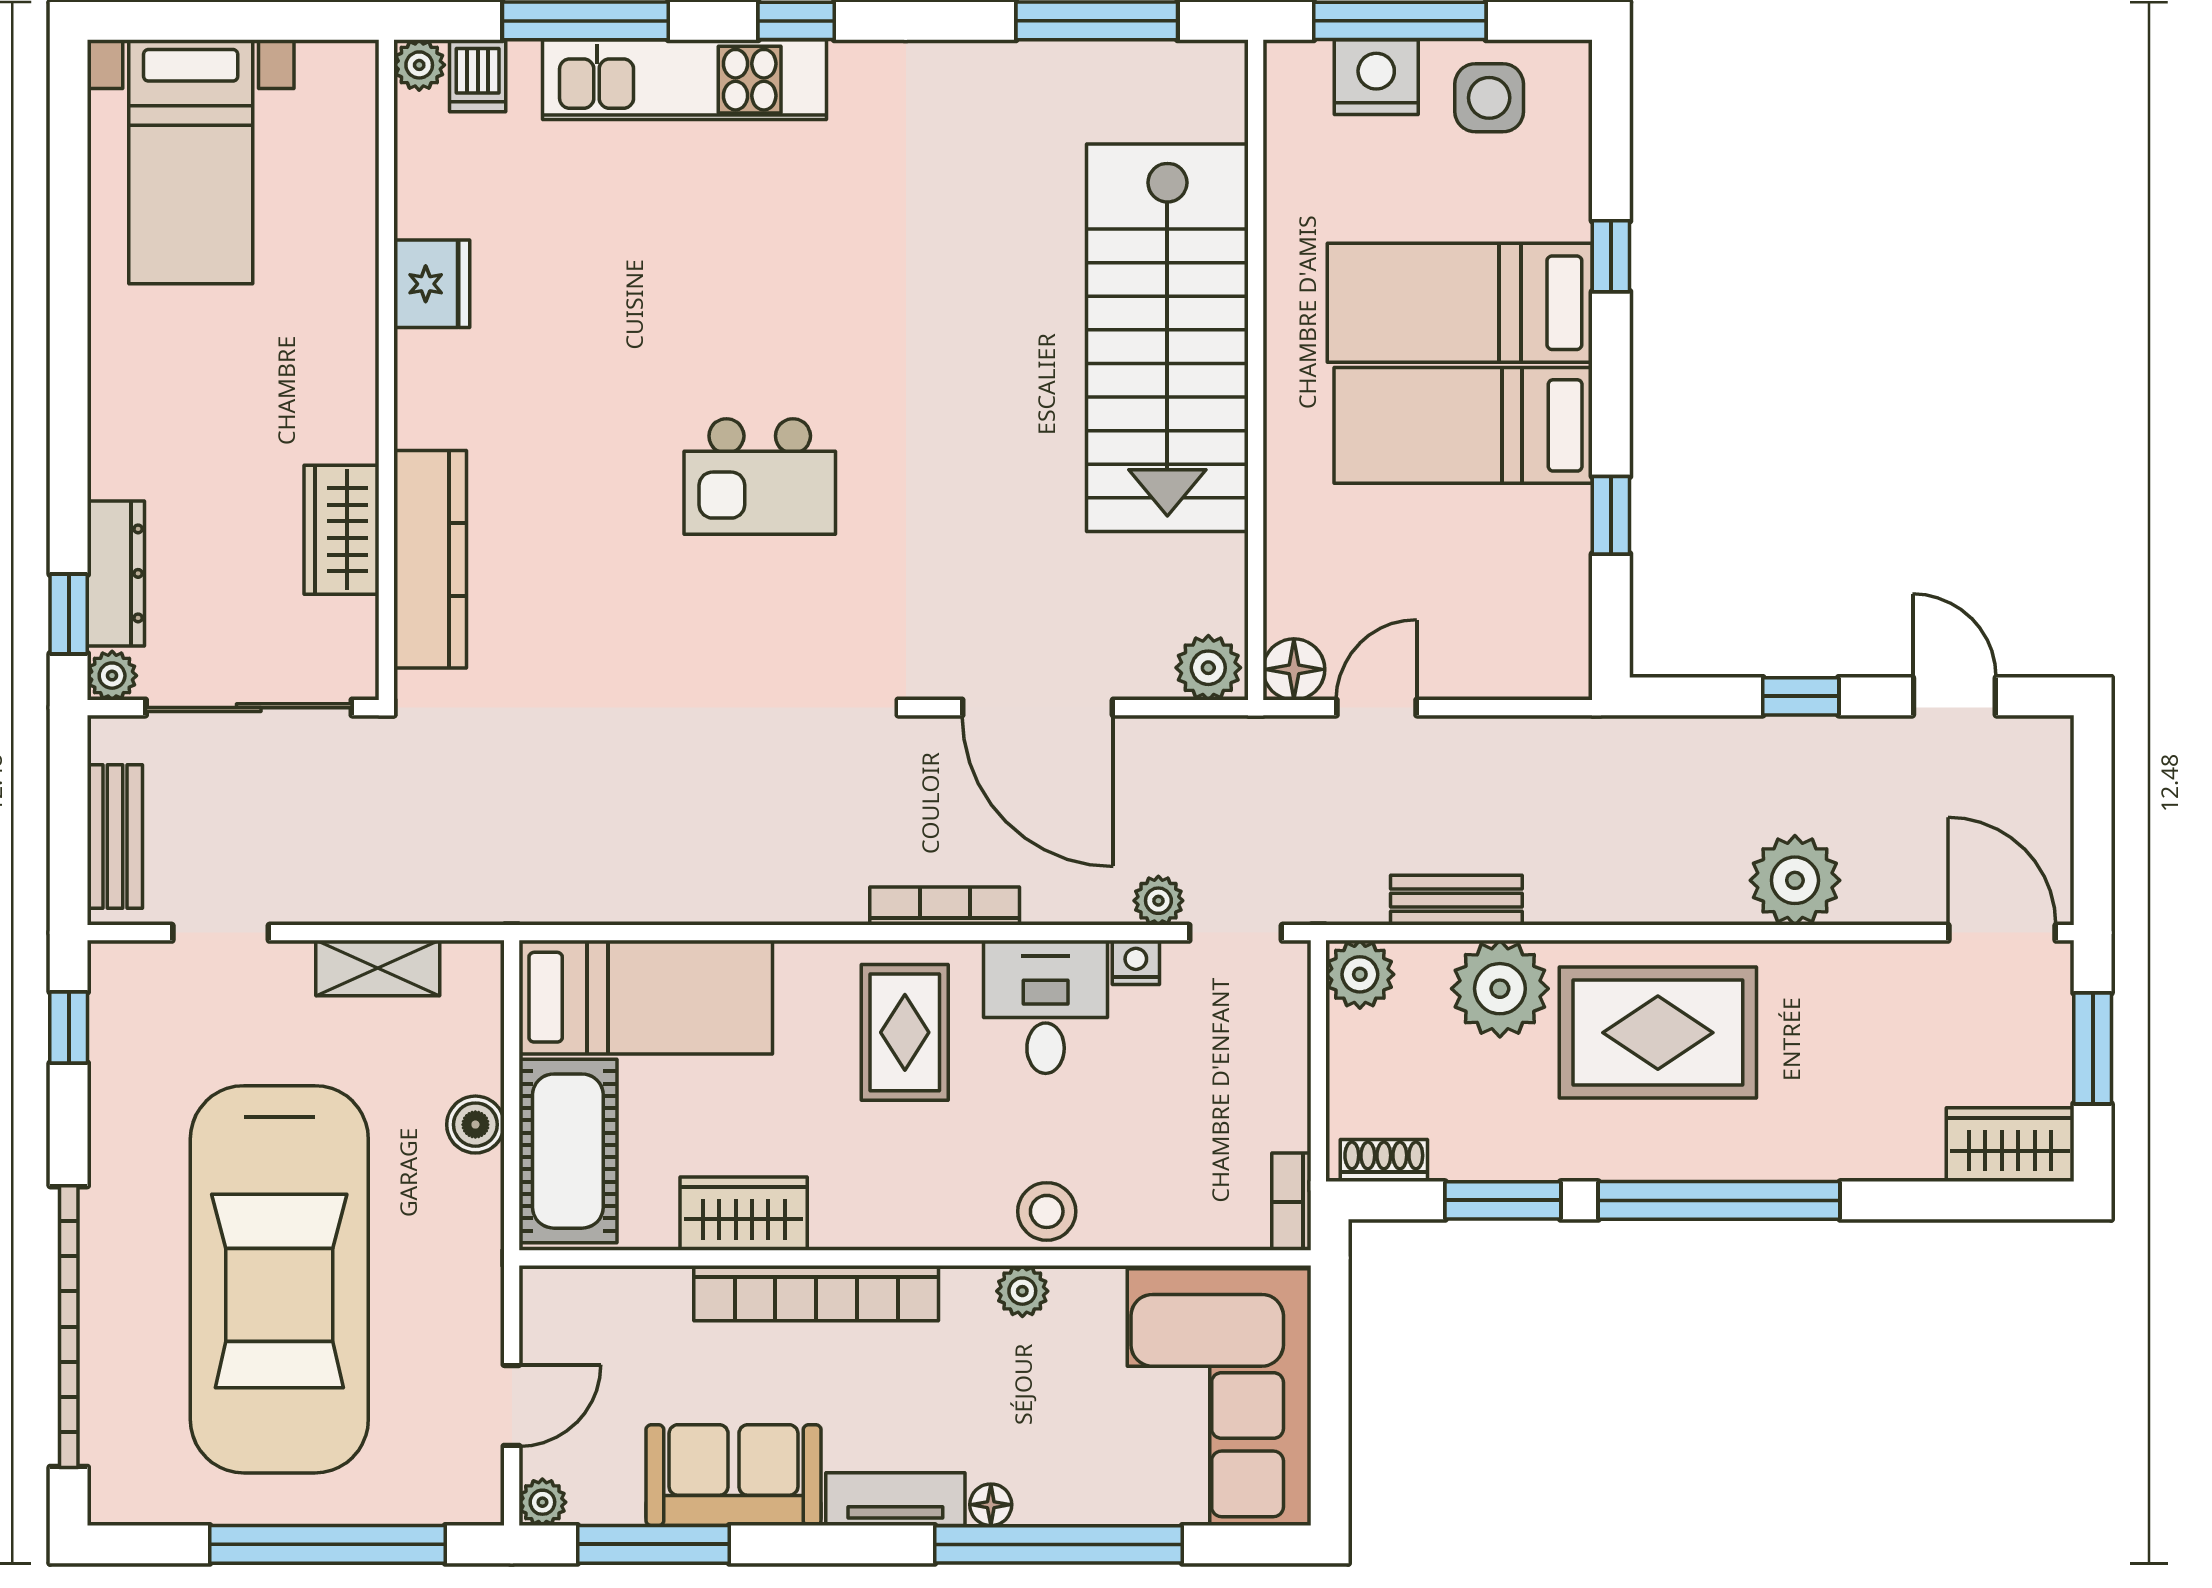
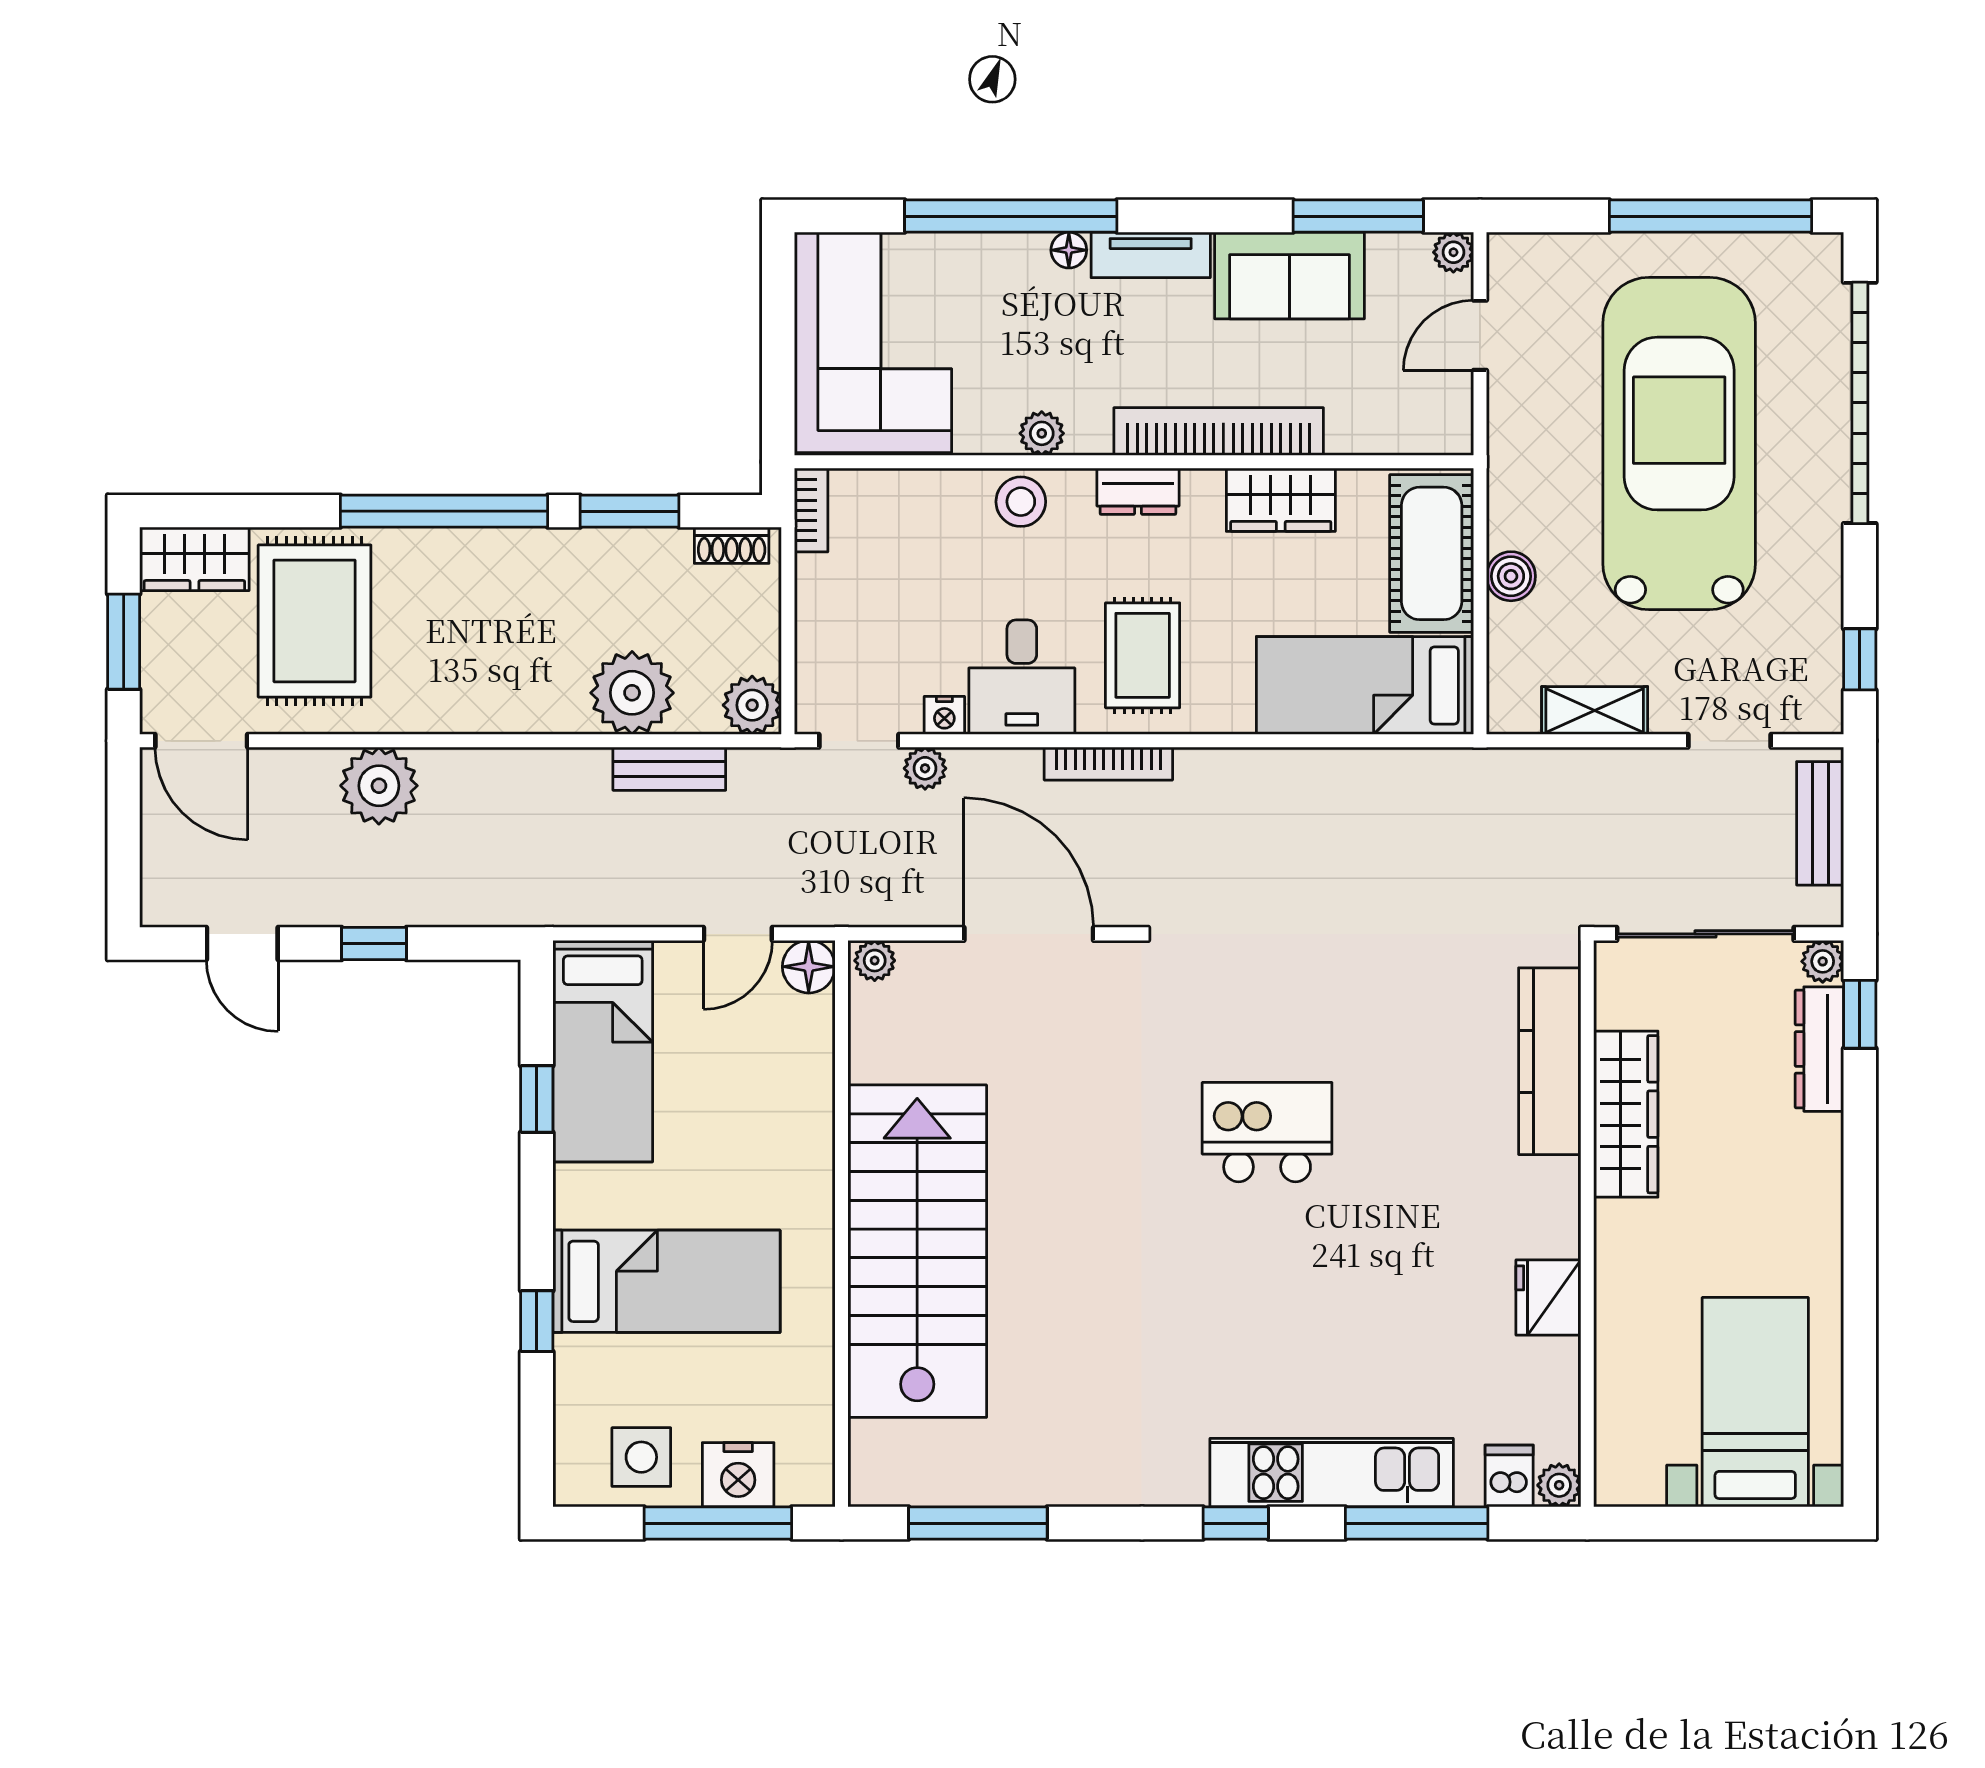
bed: (1463, 425) -> (603, 1051), moved, turned 90
wardrobe: (341, 530) -> (1626, 1114), width x1.50
plant: (1208, 668) -> (875, 961), width x0.73, depth x0.73
rug: (1658, 1033) -> (315, 621), moved, turned 90
dresser: (910, 1224) -> (1138, 491), added
window: (328, 1544) -> (1711, 216), moved

